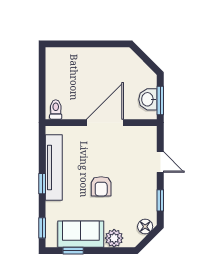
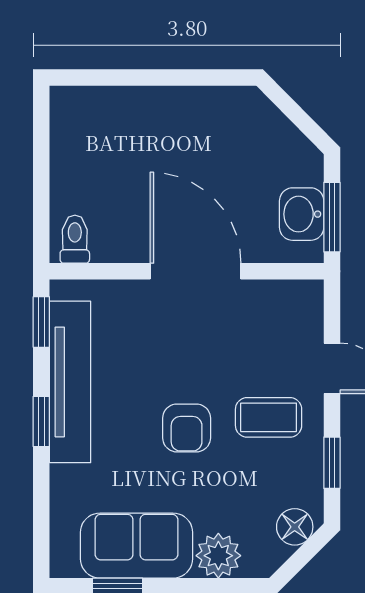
door: (105, 123) -> (196, 271), hinge flipped
coffee table: (135, 182) -> (269, 417), added
window: (42, 228) -> (41, 322), moved

